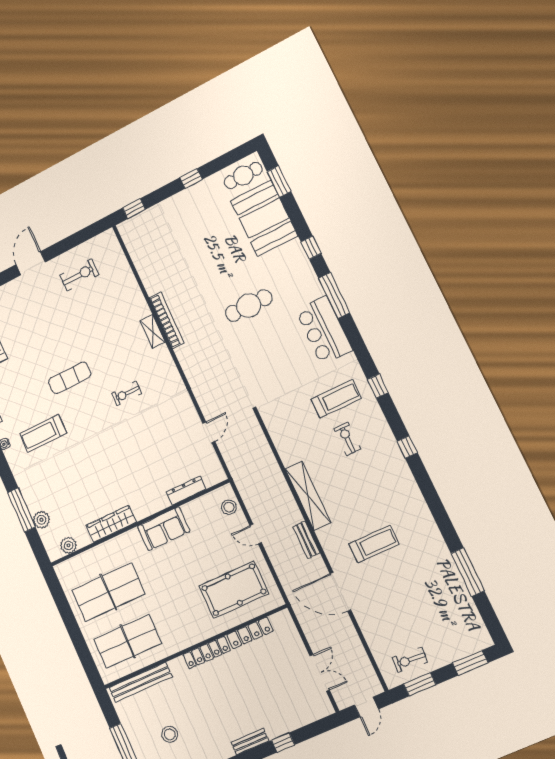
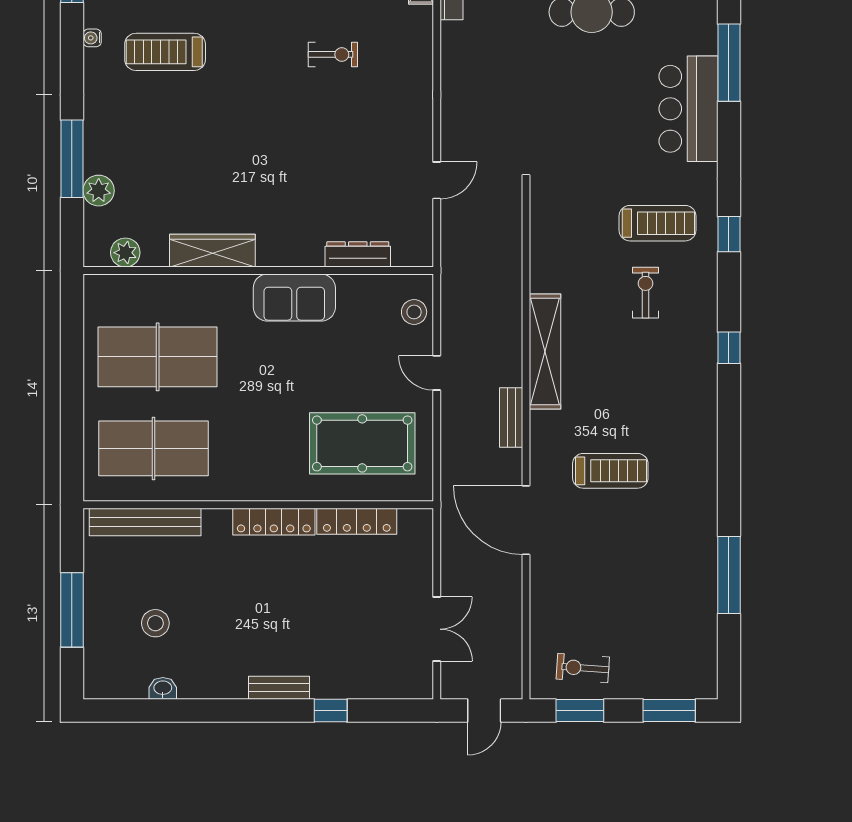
exercise bike: (126, 393) -> (333, 54), turned 180

